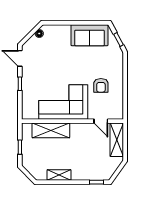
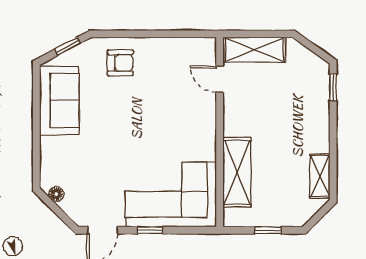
armchair: (101, 85) -> (120, 63), moved
corner sofa: (63, 102) -> (171, 195), moved, turned 90
door: (101, 121) -> (220, 79), swing flipped
shelving: (59, 175) -> (320, 176), moved

